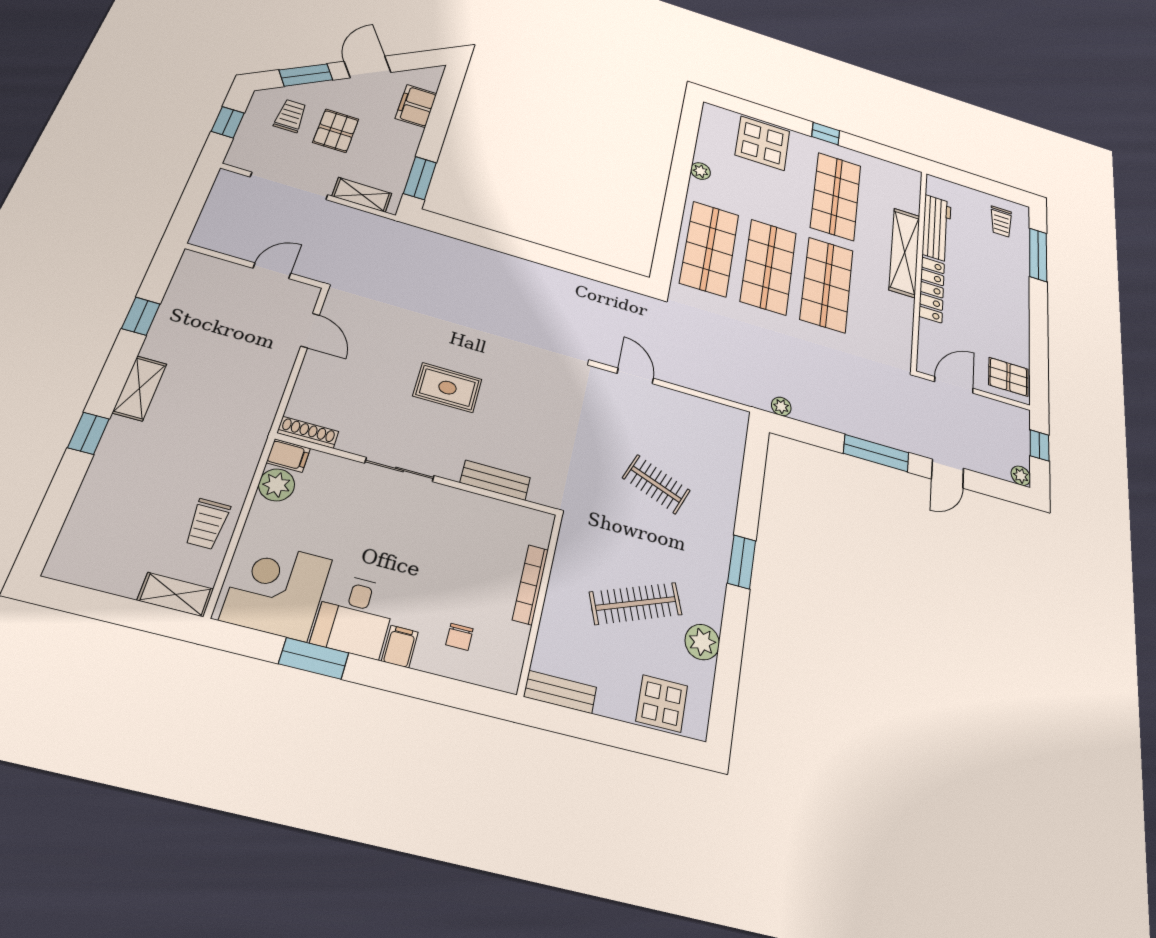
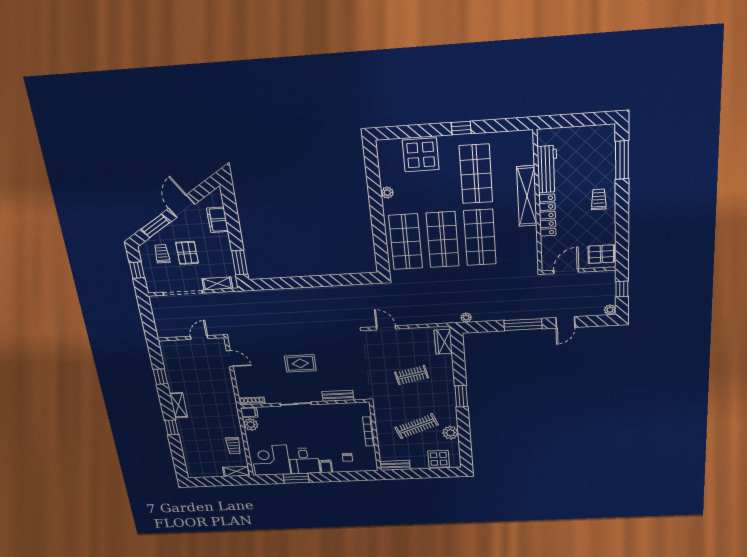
trolley: (1001, 222) -> (599, 200), moved, turned 180
wardrobe: (732, 437) -> (443, 342), added
clothes rail: (656, 484) -> (411, 375), turned -33

